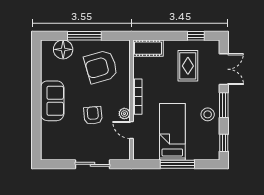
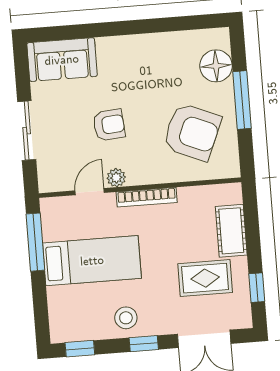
cot: (148, 48) -> (231, 231), moved
armchair: (101, 67) -> (192, 132), turned 129
sofa: (52, 101) -> (62, 60), moved
window: (224, 105) -> (144, 344), width x0.67
window: (177, 164) -> (35, 242), moved

